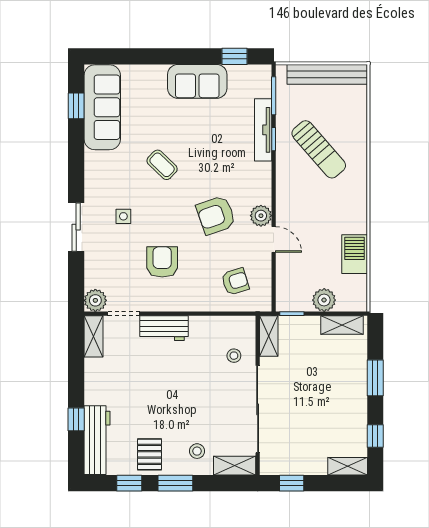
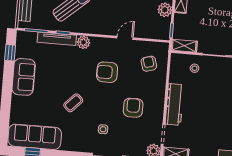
armchair: (216, 215) -> (107, 72), turned 109
plant: (261, 216) -> (83, 42), moved
armchair: (162, 262) -> (133, 108), turned 90
workbench: (164, 328) -> (174, 104), width x1.38

